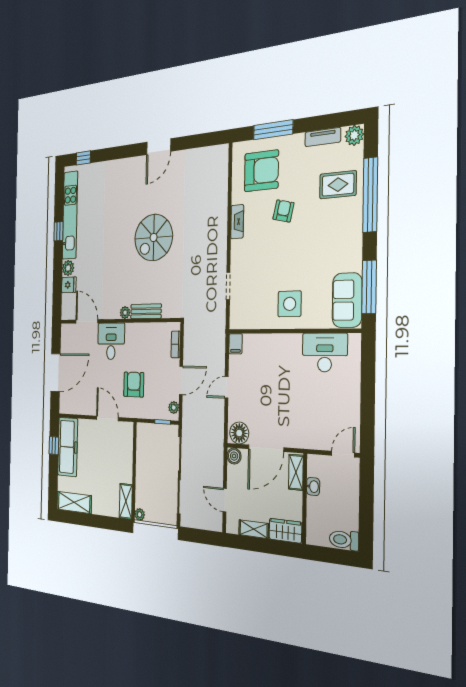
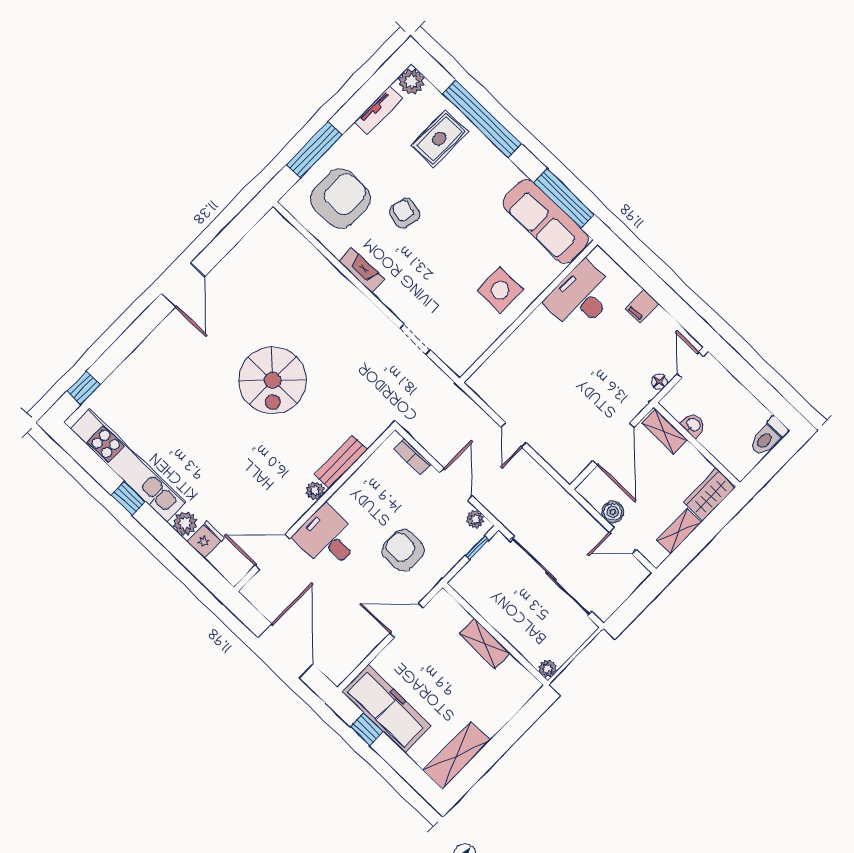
sofa: (347, 300) -> (546, 221), width x1.36
filing cabinet: (236, 344) -> (642, 306), moved, turned 90
floor lamp: (239, 433) -> (659, 382), moved, width x0.53, depth x0.53
boiler: (234, 456) -> (613, 512), moved
shelving: (126, 501) -> (484, 643), moved

